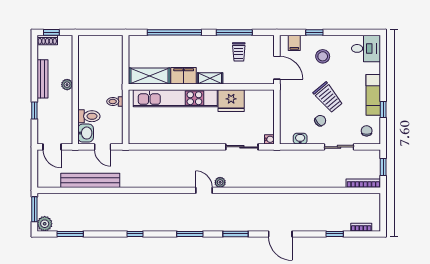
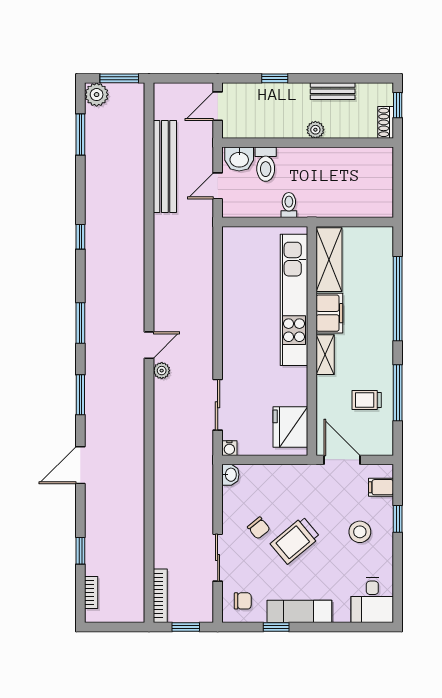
shoe rack: (47, 40) -> (386, 122), moved
door: (277, 68) -> (342, 460), swing flipped
bench: (42, 79) -> (333, 91), width x0.73
fridge: (231, 101) -> (290, 427), moved
washbasin: (300, 139) -> (230, 475), moved

